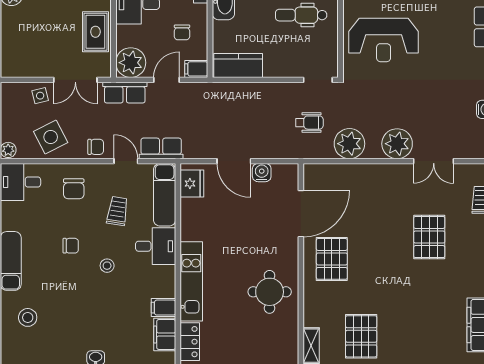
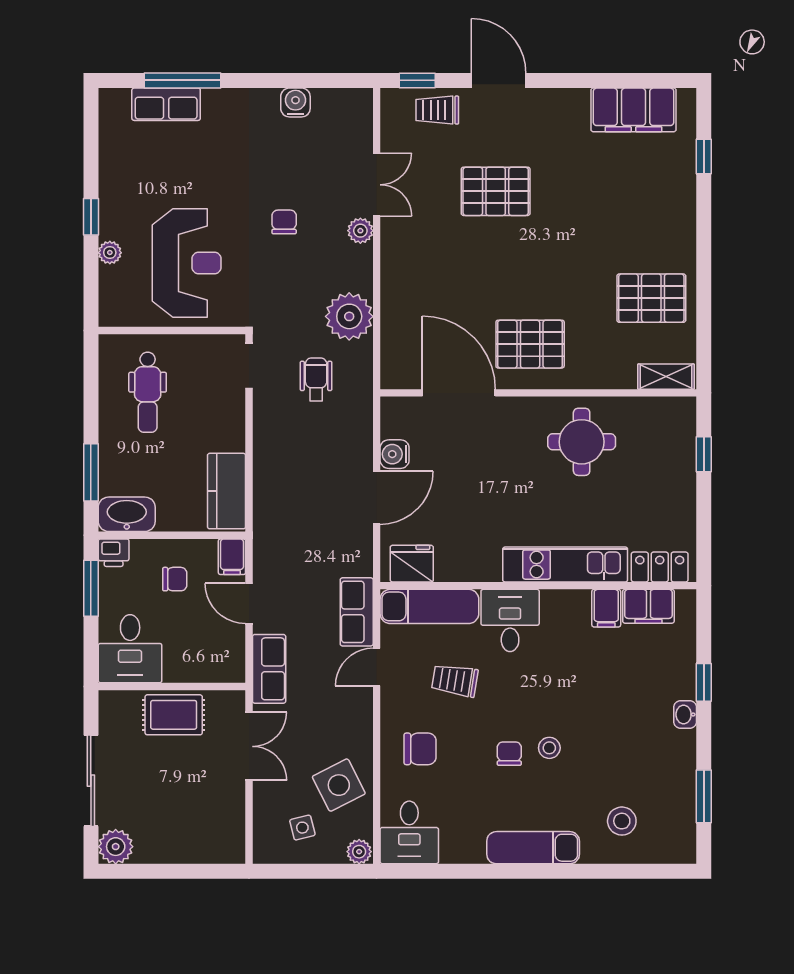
plant: (131, 63) -> (222, 659), removed
side table: (40, 96) -> (302, 828), moved
plant: (397, 144) -> (360, 231), width x0.53, depth x0.53
chair: (96, 147) -> (284, 222), moved
stool: (107, 266) -> (549, 748), moved

